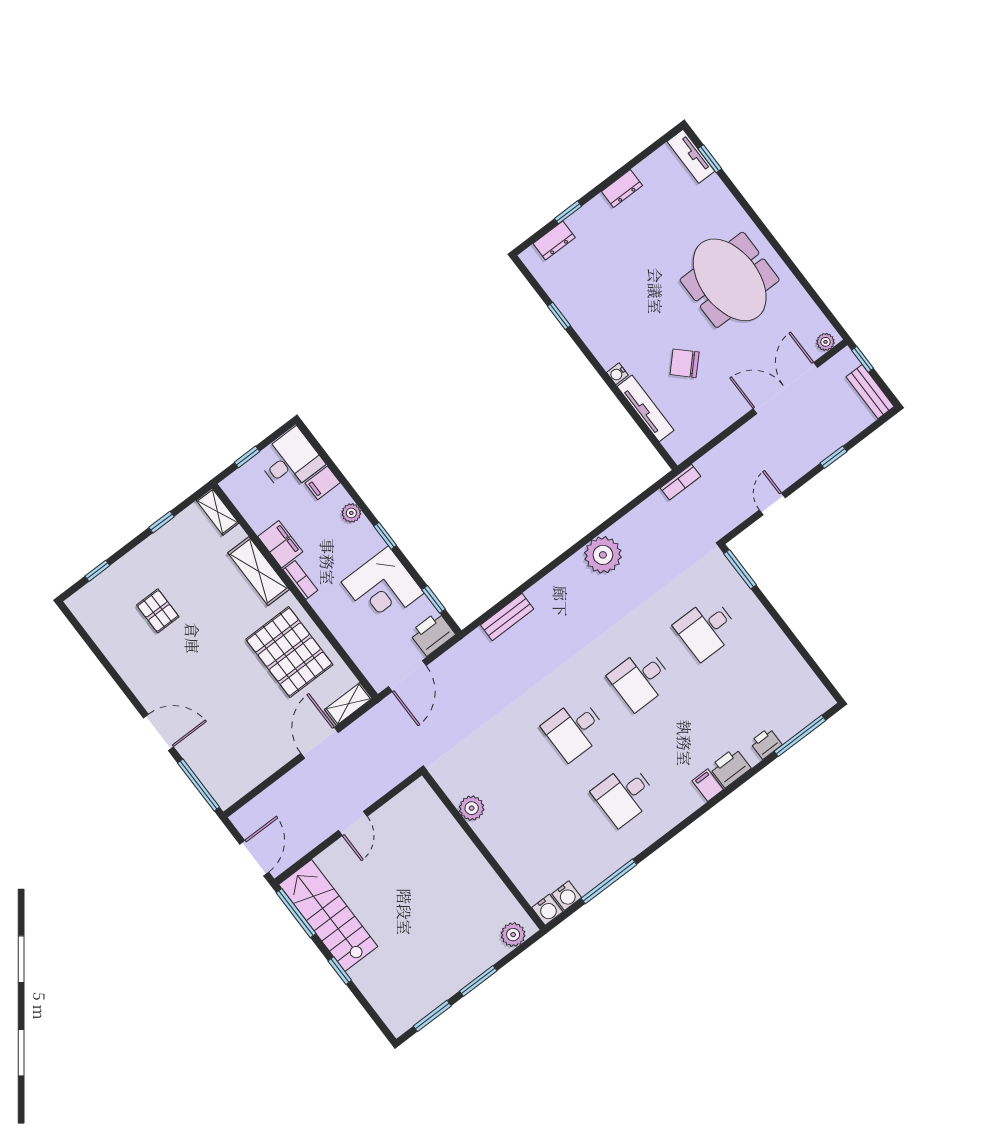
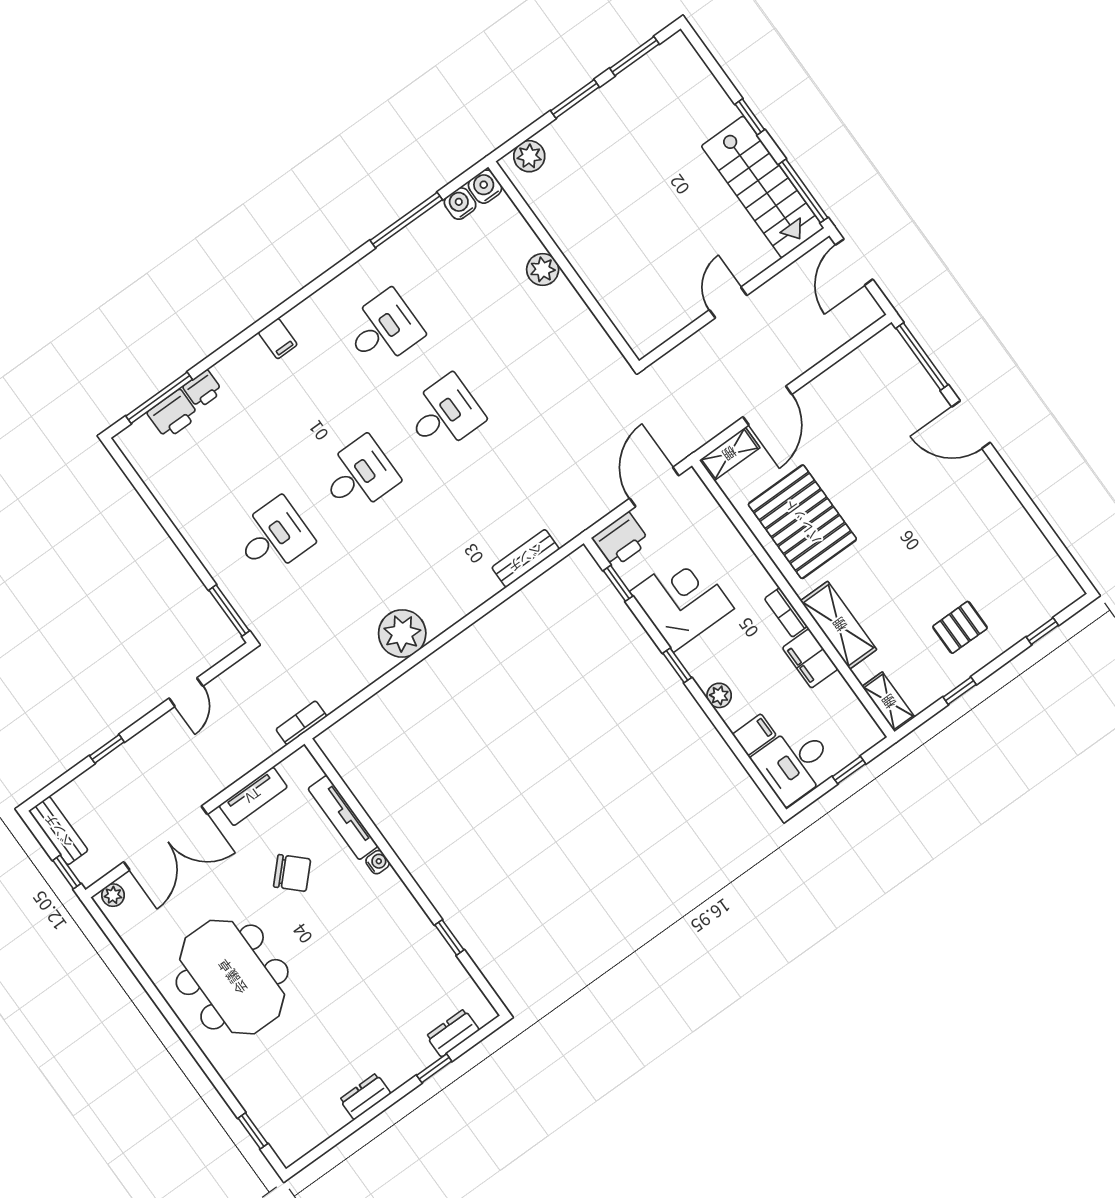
tv unit: (691, 156) -> (253, 796), moved, turned 90
pallet: (158, 611) -> (960, 627), moved, turned 90
printer: (730, 768) -> (173, 414), moved
plant: (472, 808) -> (543, 269), moved

